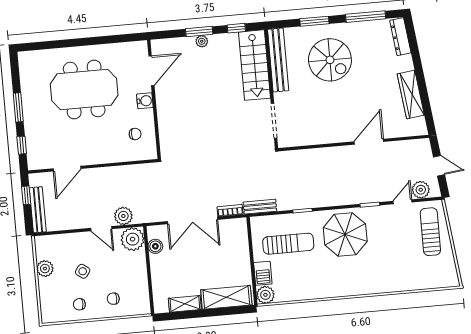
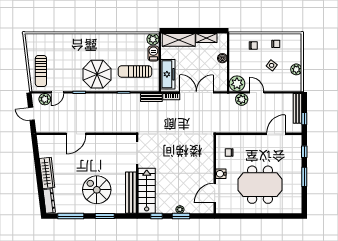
wardrobe: (411, 94) -> (47, 173), moved
freezer: (238, 244) -> (168, 74), added
boiler: (155, 246) -> (222, 58), moved

